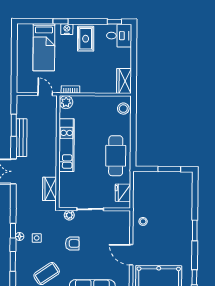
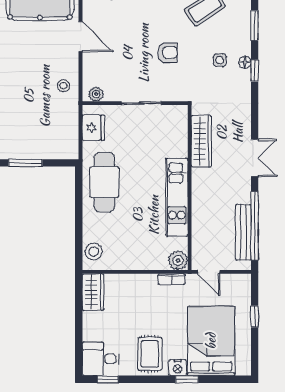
bed: (44, 47) -> (211, 341), width x1.50
window: (14, 64) -> (255, 316), added
window: (14, 125) -> (255, 226), width x2.11
bench: (21, 138) -> (243, 232), moved
wardrobe: (50, 189) -> (201, 141), width x1.50
plant: (69, 215) -> (96, 94), moved
armchair: (72, 243) -> (167, 53), turned 180

